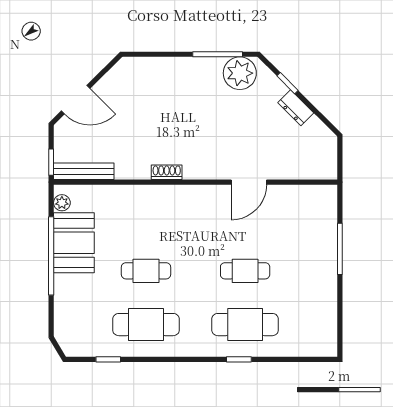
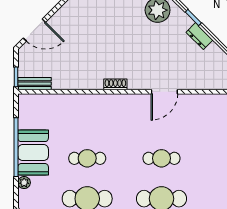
bench: (84, 171) -> (35, 84), width x0.73
shoe rack: (167, 172) -> (115, 84), moved
plant: (62, 203) -> (24, 183), moved
booth: (74, 243) -> (33, 153), moved

